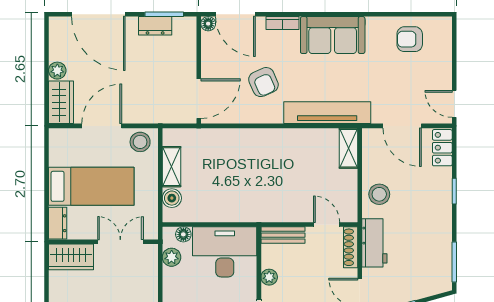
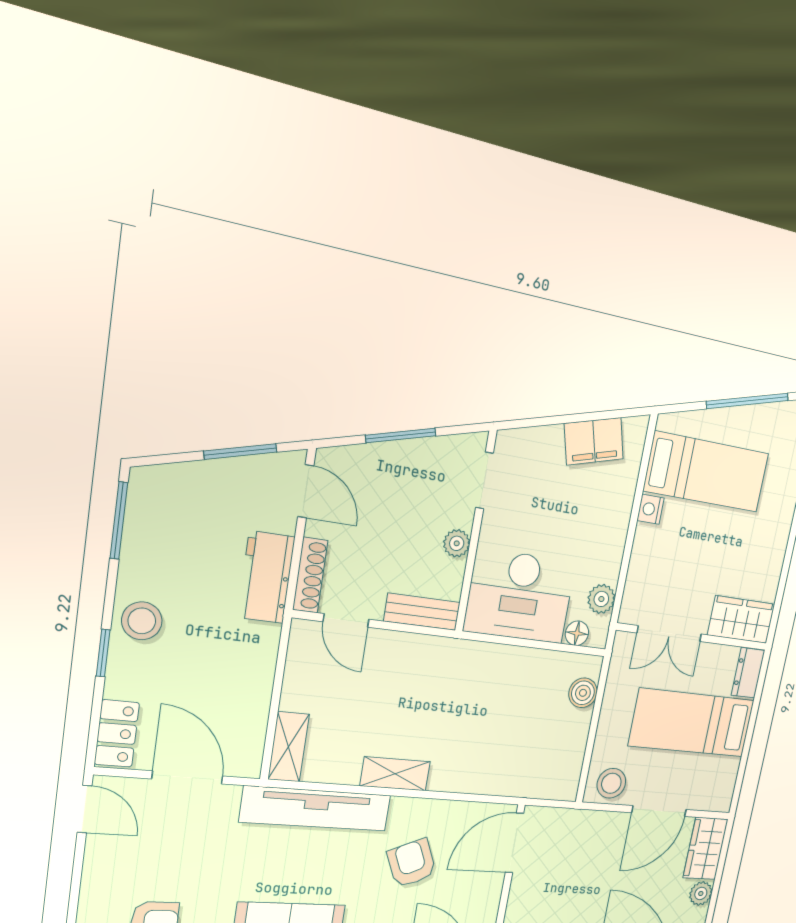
shelving: (171, 167) -> (395, 774), moved, turned 90
stool: (379, 194) -> (142, 621), moved

